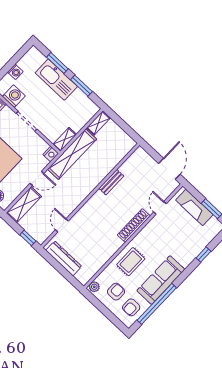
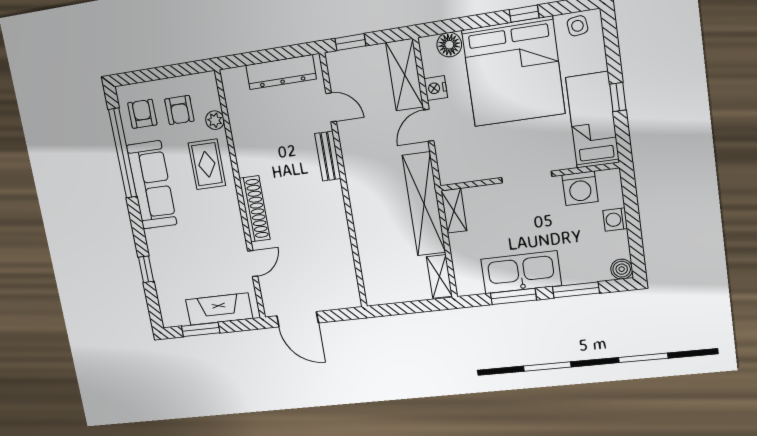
boiler: (34, 52) -> (622, 269), added
kitchen sink: (56, 80) -> (521, 272), moved
nightstand: (51, 154) -> (436, 88), moved
bench: (111, 182) -> (328, 156), moved
door: (160, 208) -> (253, 264), hinge flipped
plant: (94, 287) -> (215, 120), moved

